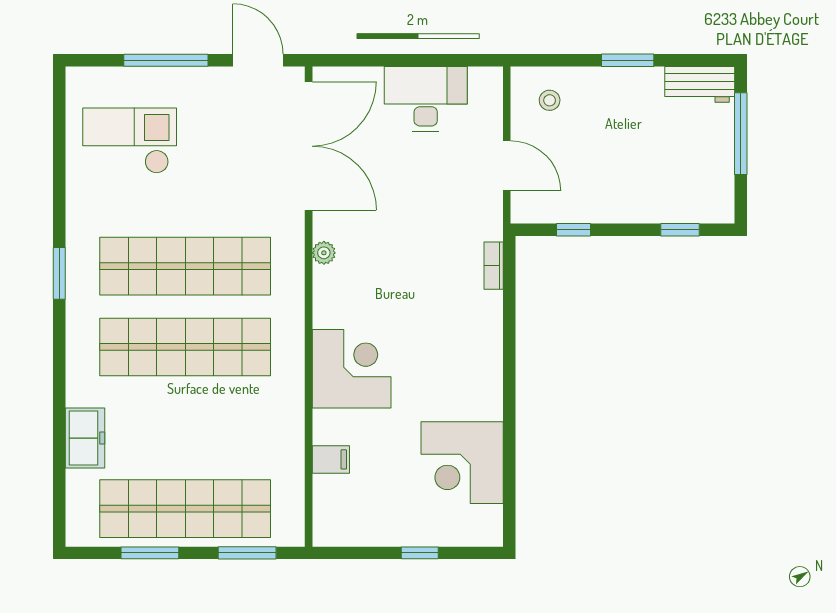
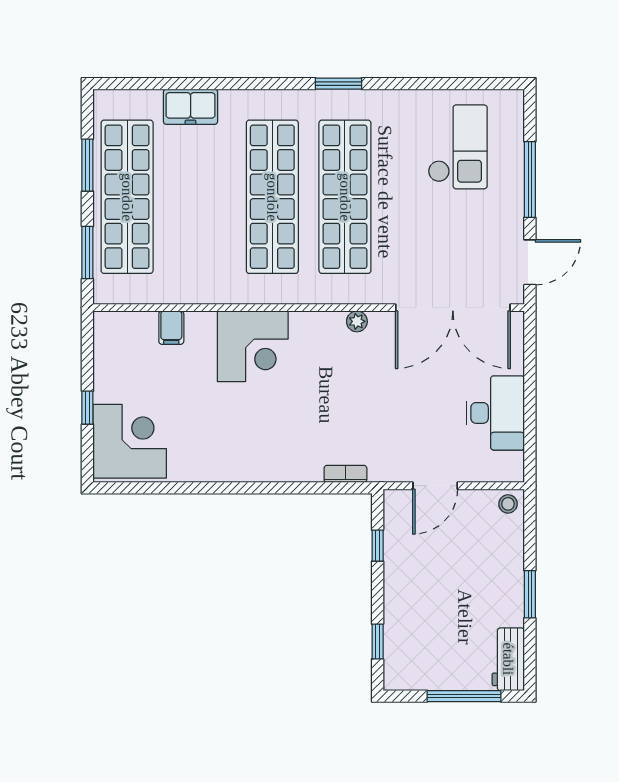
stool: (550, 100) -> (508, 504), moved
corner desk: (462, 463) -> (130, 441), moved, turned 90

